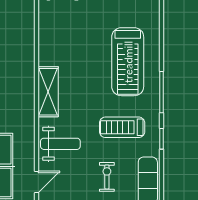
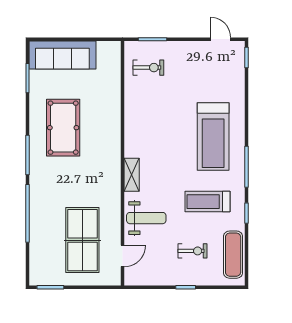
shelving: (48, 92) -> (132, 175), width x0.67, depth x0.75
exercise bike: (107, 177) -> (192, 251), turned 90

